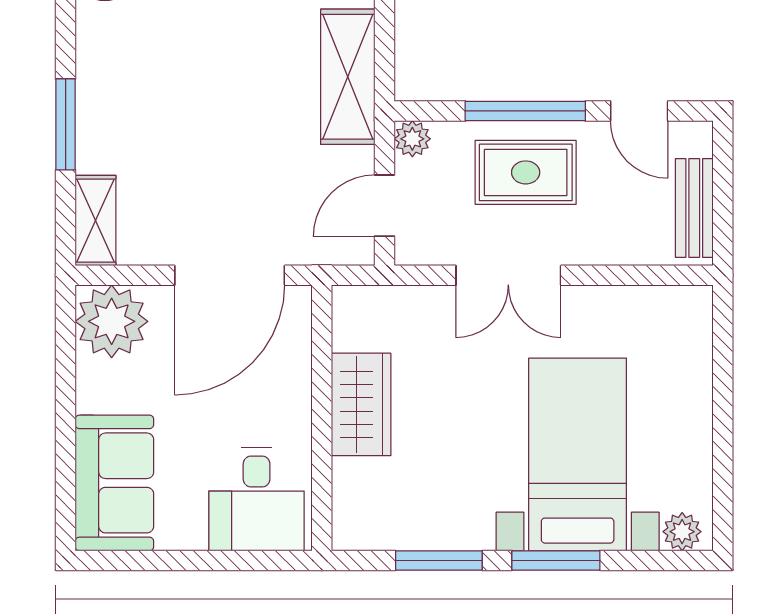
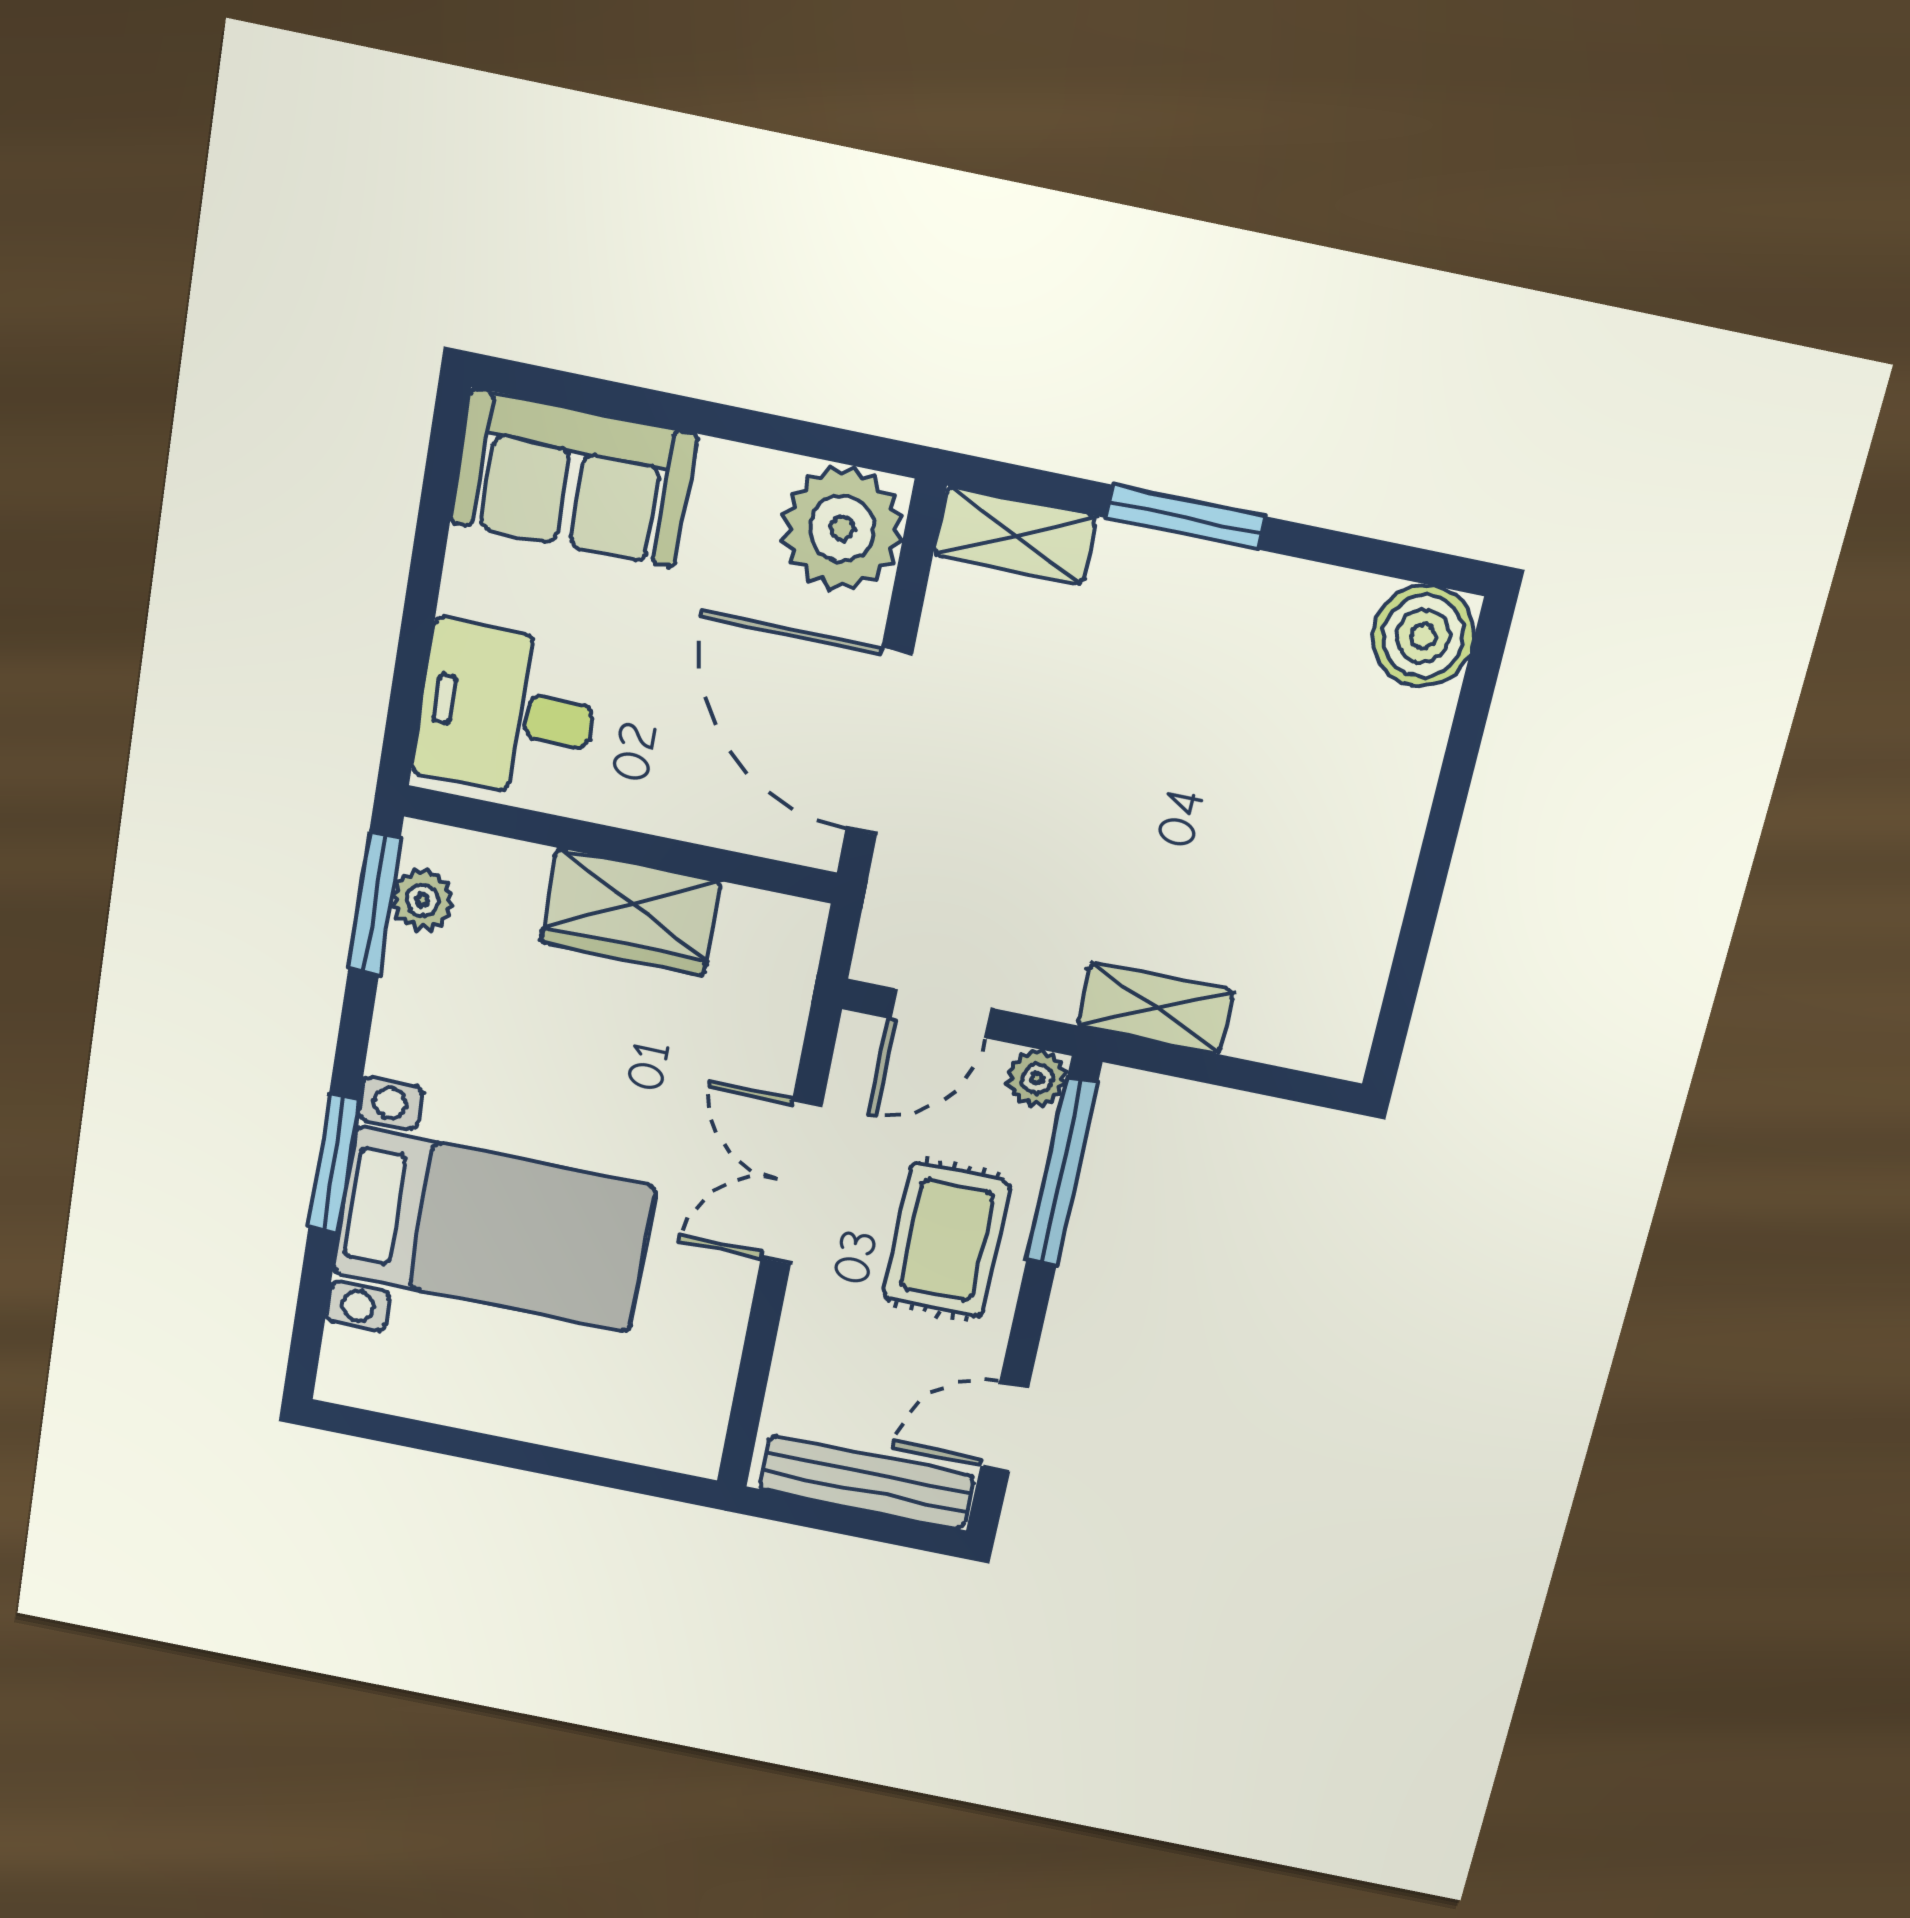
shelving: (348, 77) -> (1156, 1008), width x0.67, depth x0.75
window: (525, 111) -> (1062, 1172), moved
door: (385, 206) -> (940, 1013), swing flipped
bench: (694, 208) -> (867, 1482), width x1.36
plant: (682, 532) -> (422, 900), moved
window: (439, 560) -> (374, 904), moved

